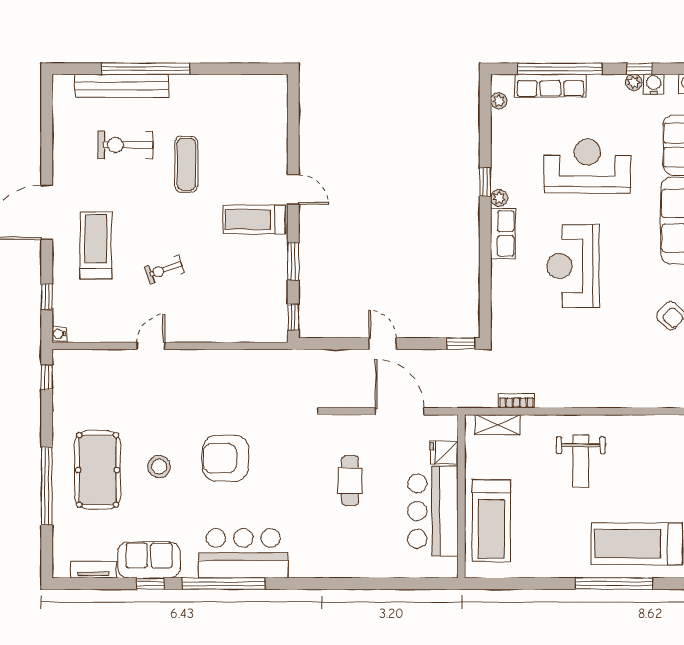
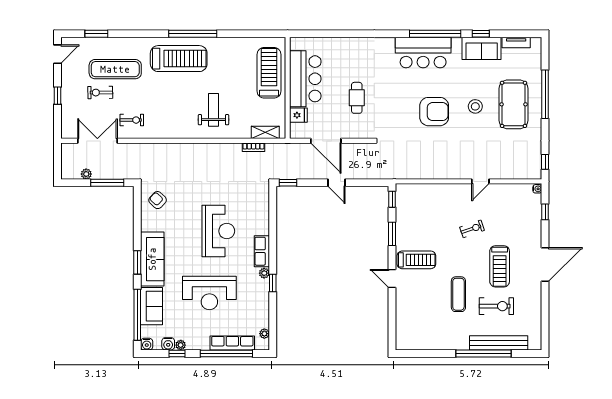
treadmill: (96, 245) -> (500, 266), moved

